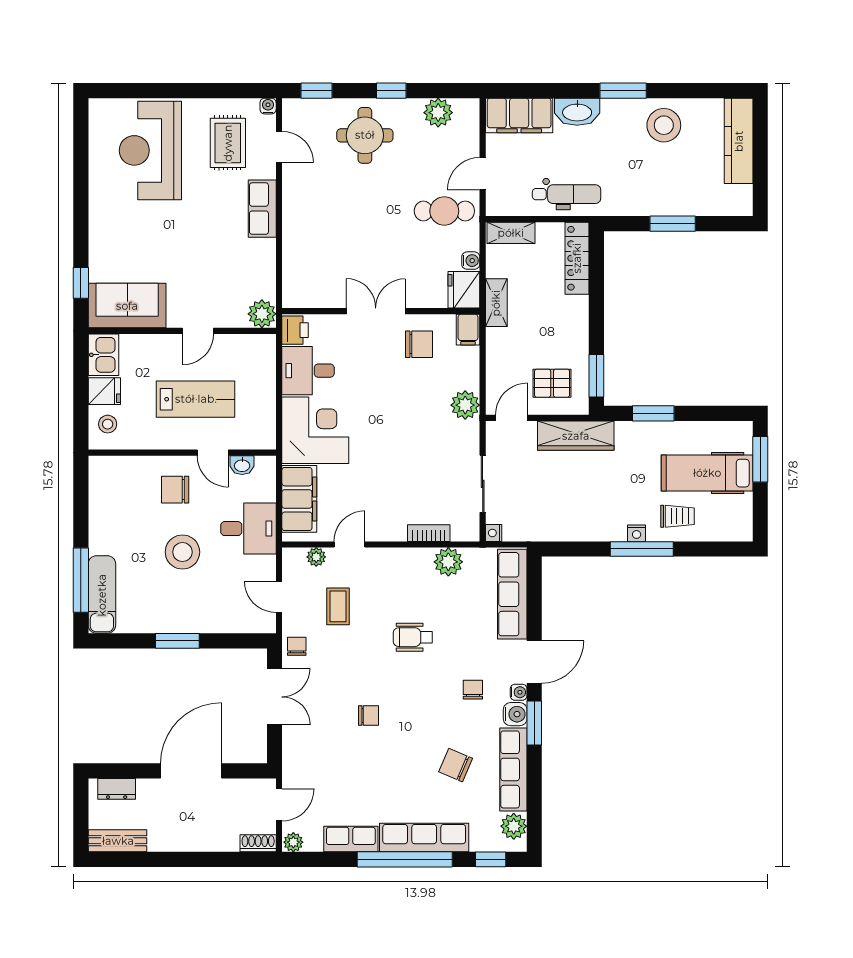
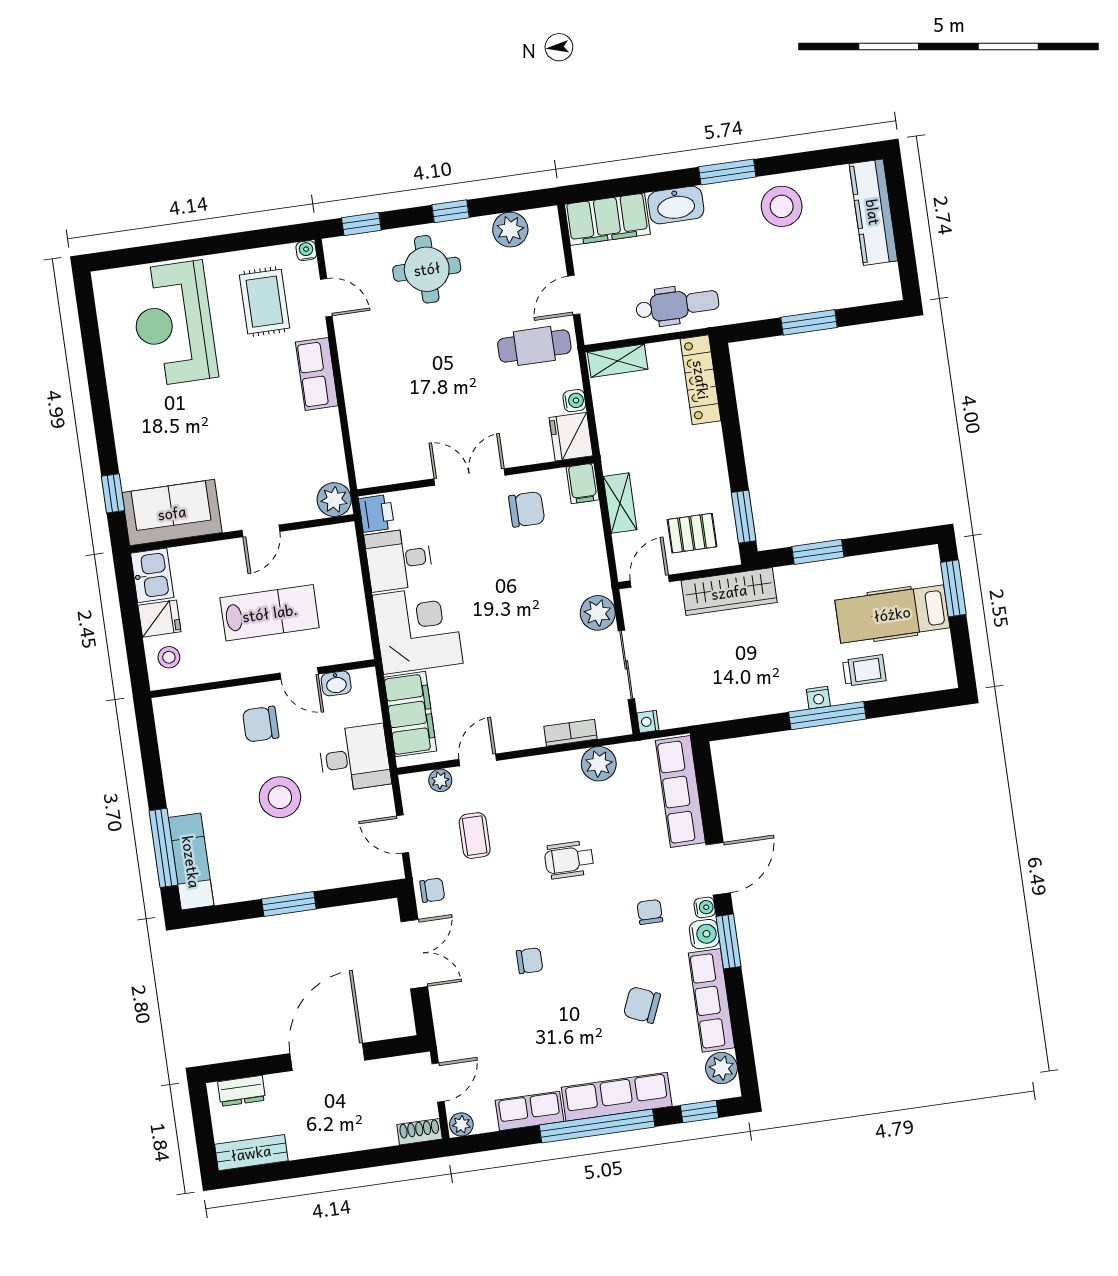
shelving: (496, 303) -> (620, 503), moved
plant: (465, 405) -> (598, 613), moved
chair: (297, 646) -> (432, 890), turned 90

